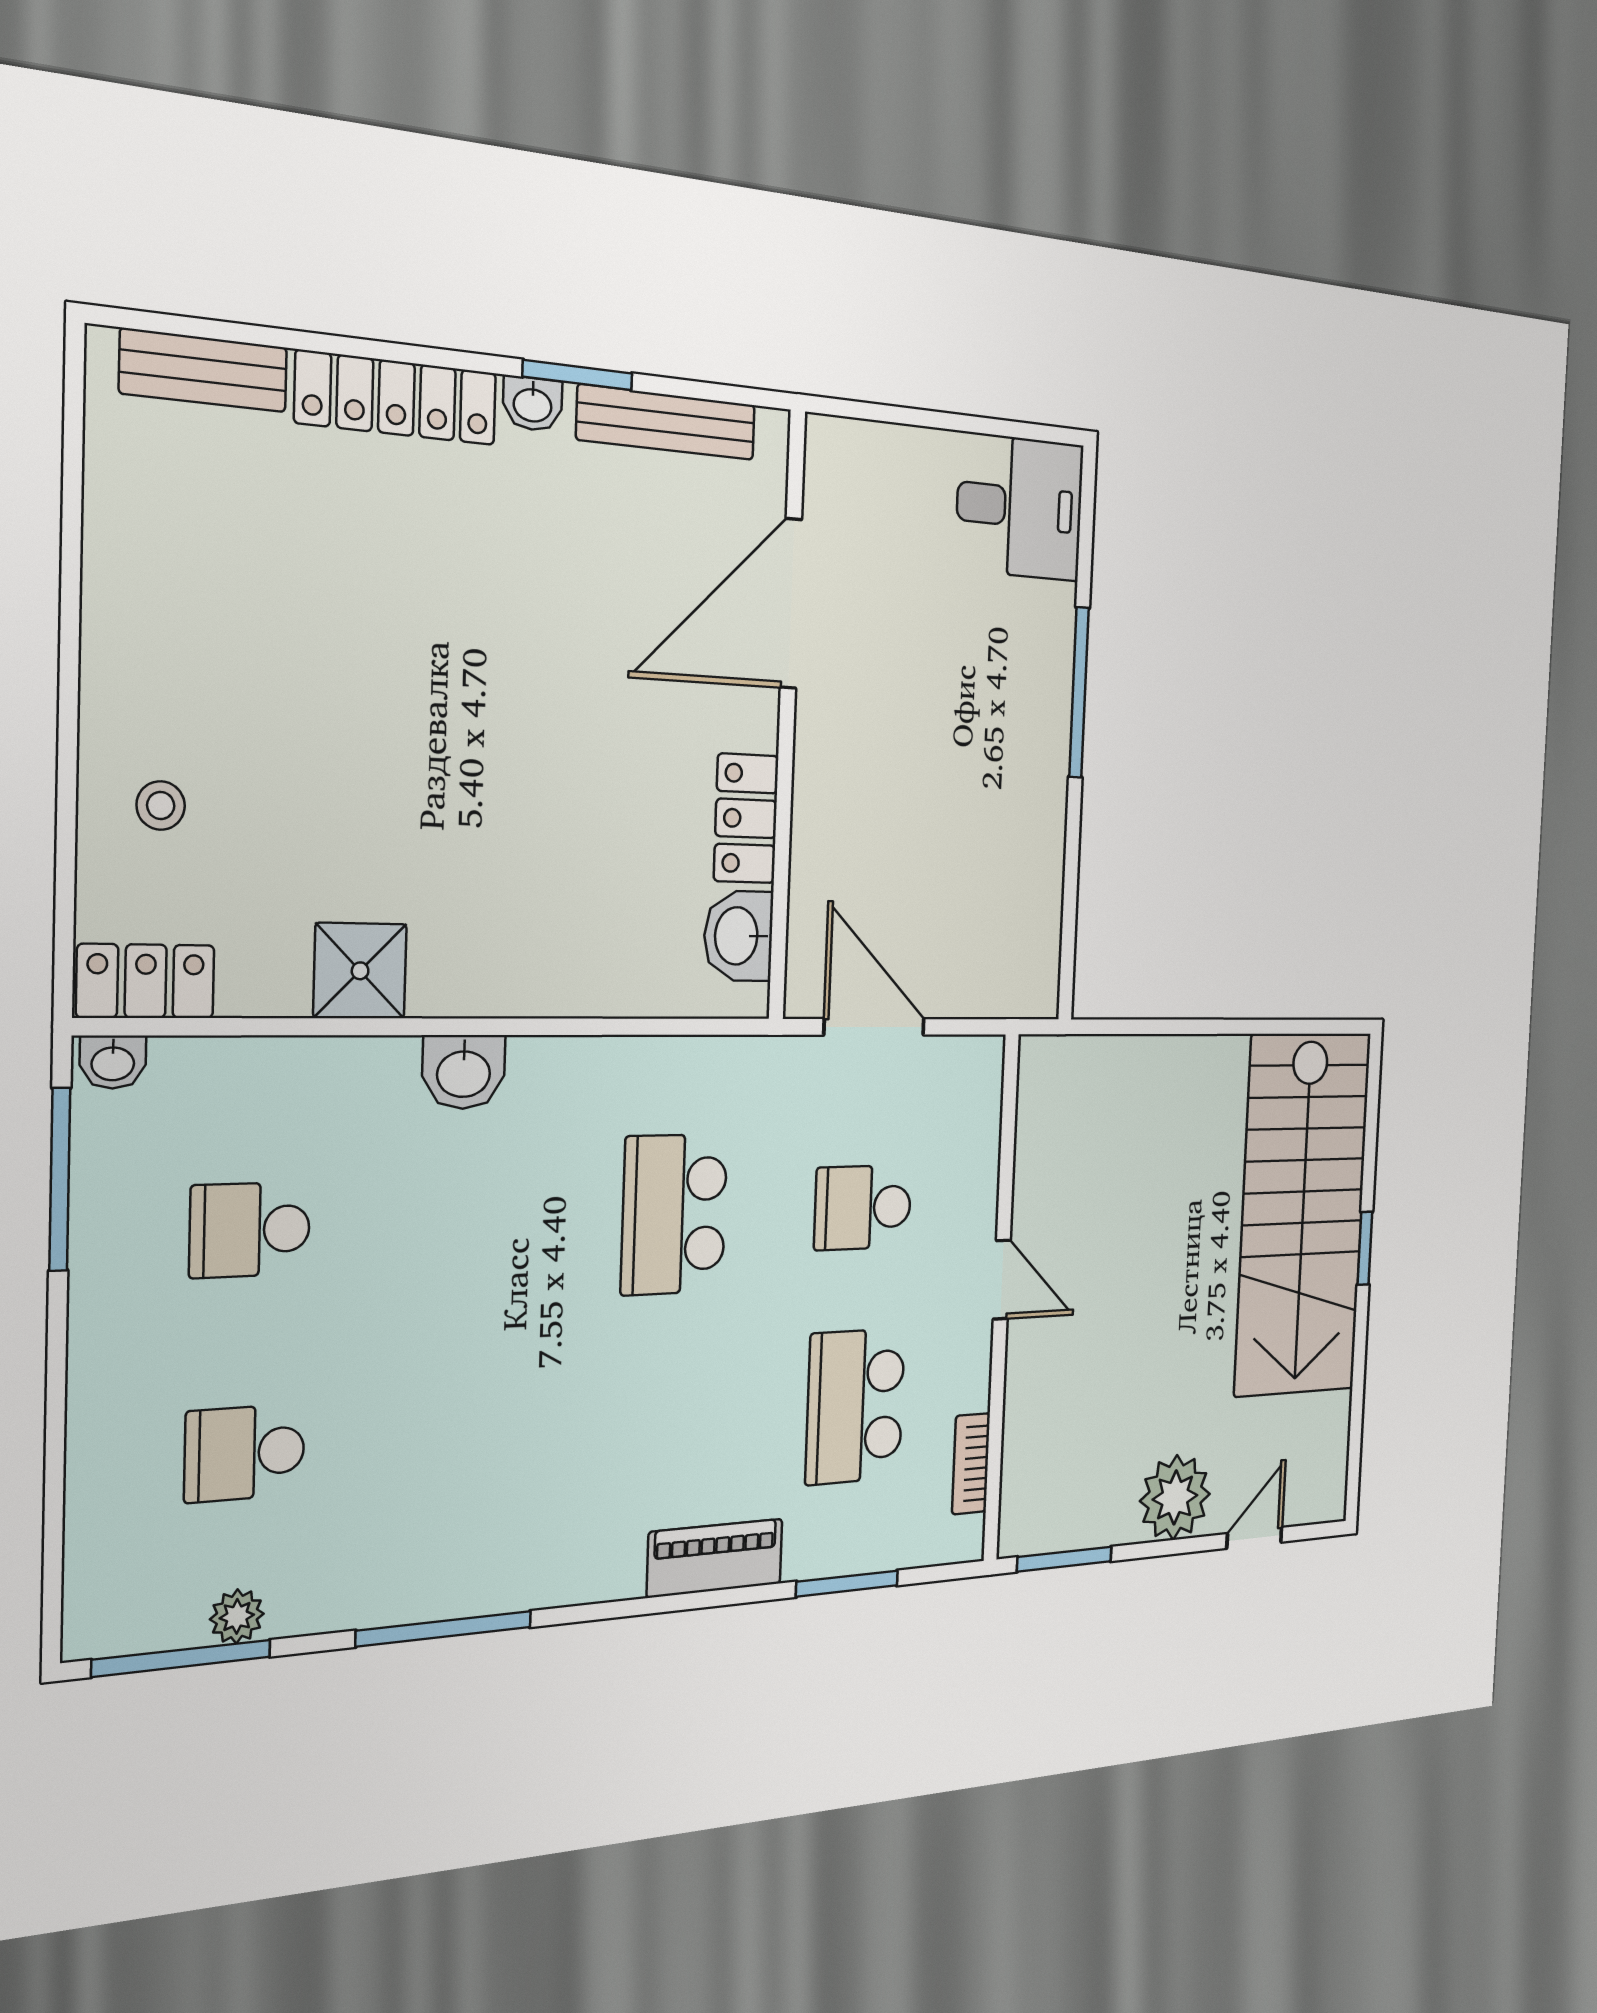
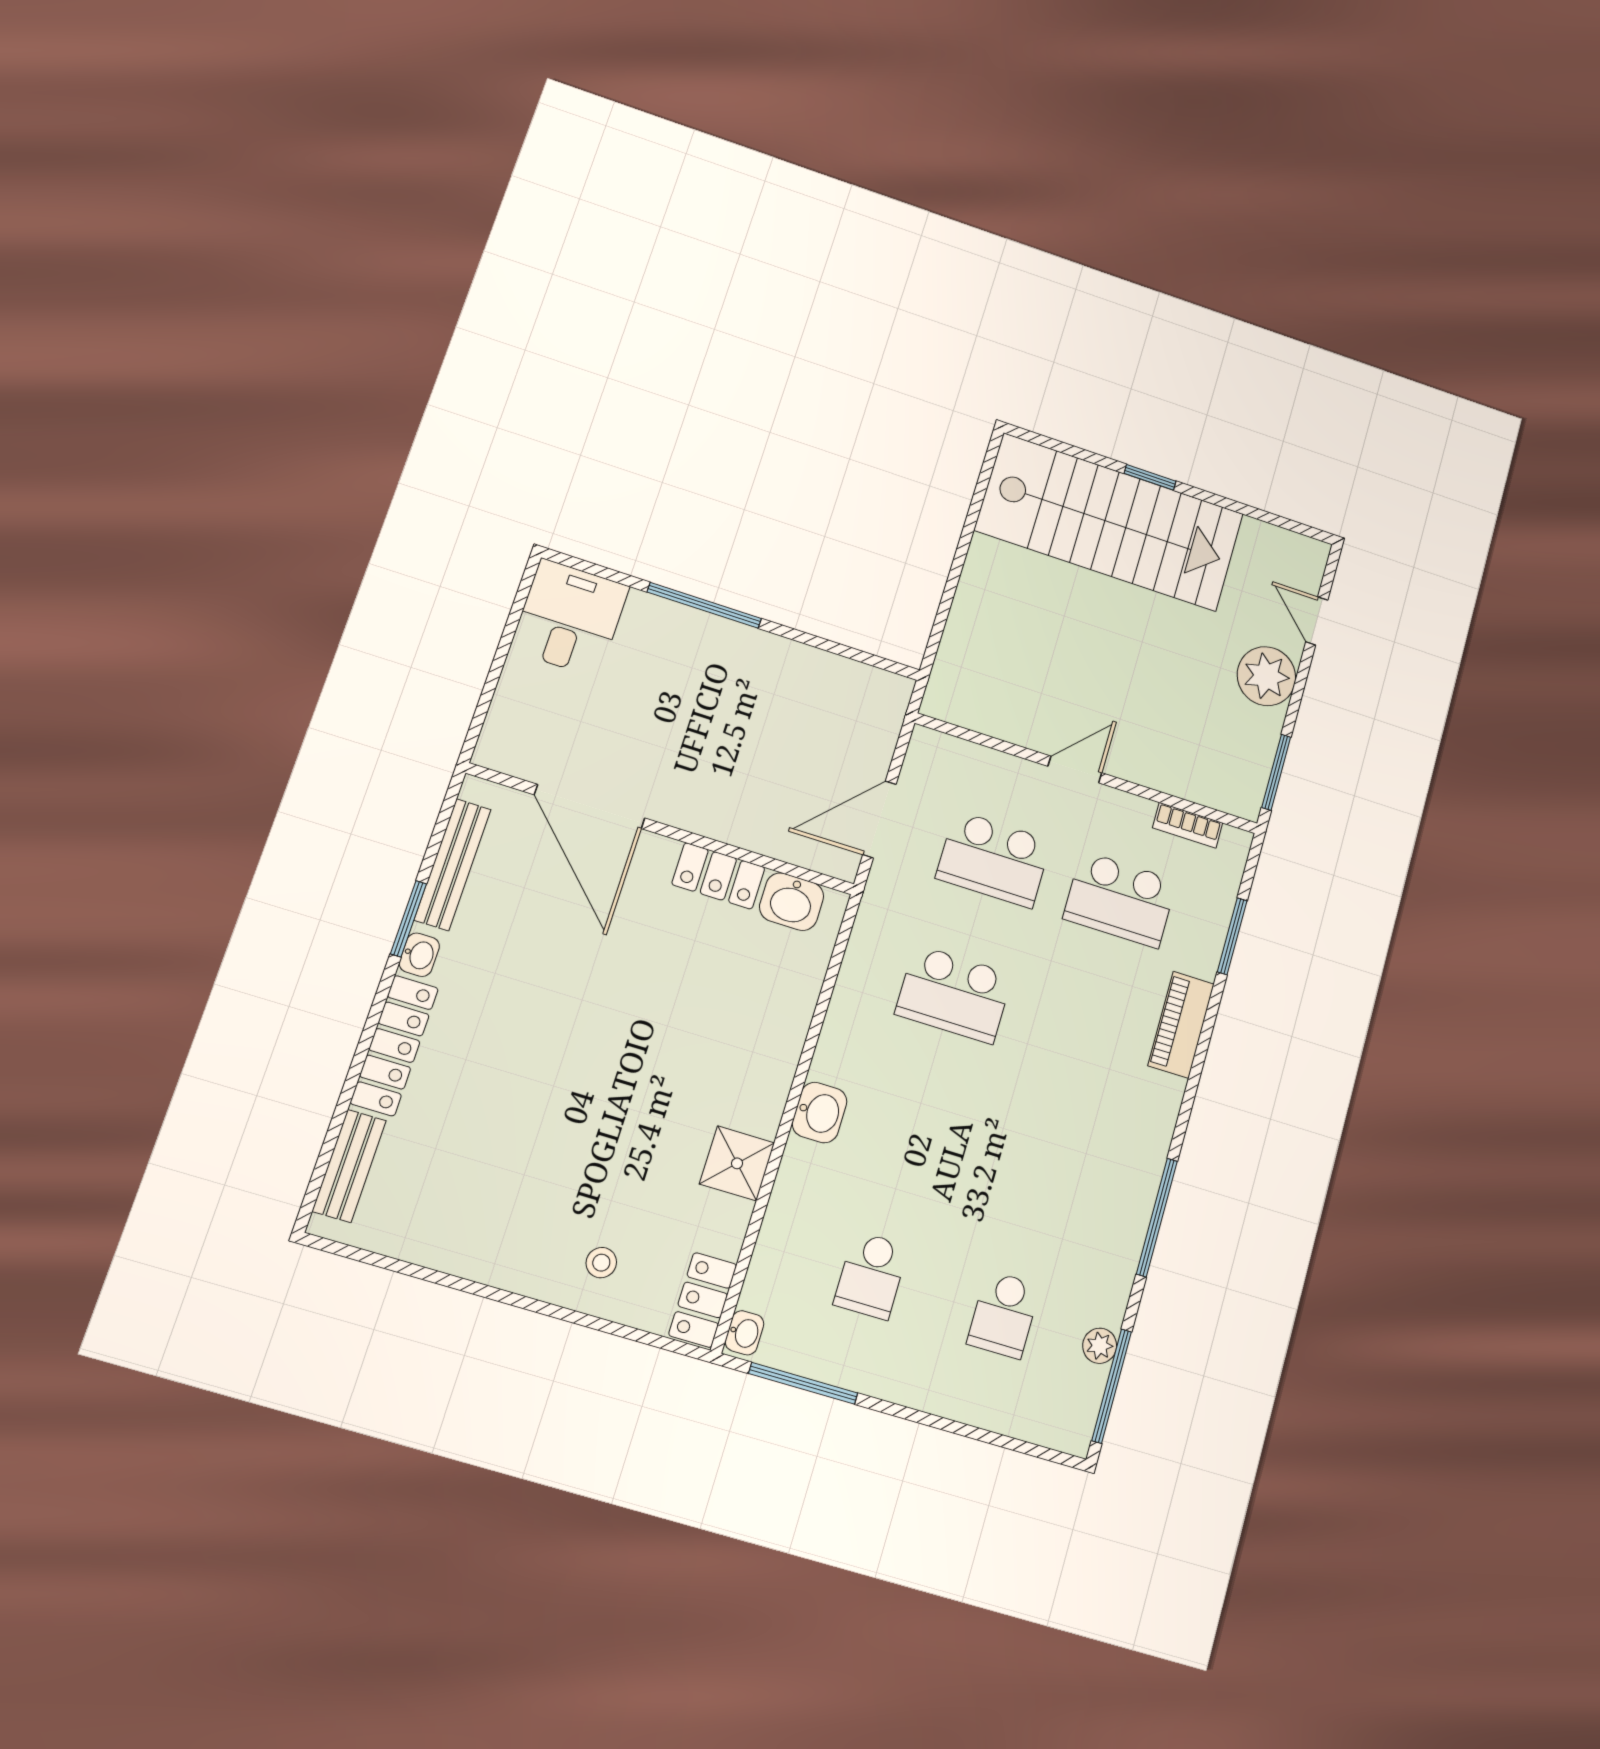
school desk: (863, 1207) -> (994, 859), width x1.85

